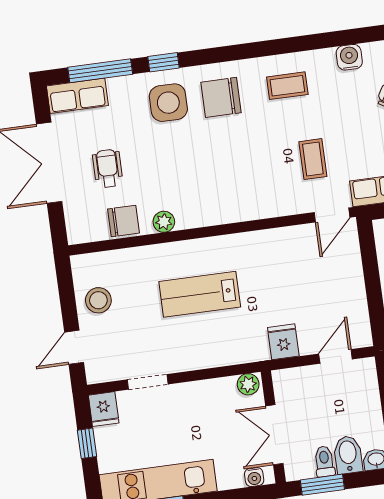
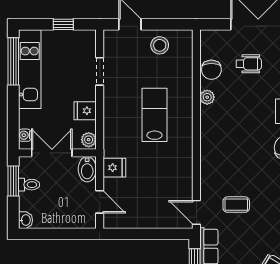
fridge: (104, 409) -> (85, 111), moved
bidet: (348, 455) -> (87, 169), moved, turned 90

